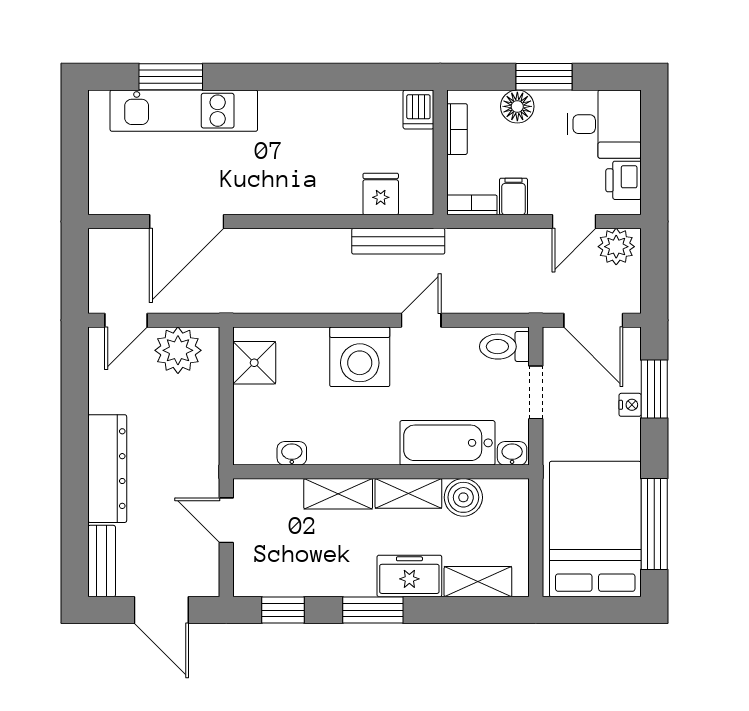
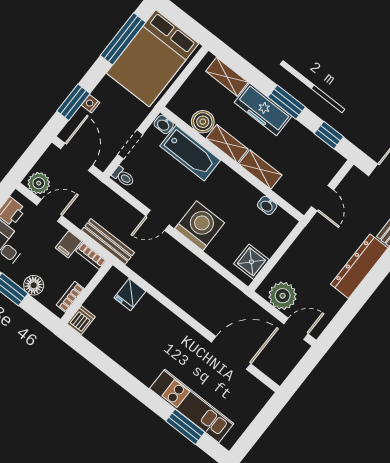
bench: (398, 241) -> (108, 241), moved
toilet: (504, 347) -> (123, 177), width x0.73, depth x0.72
freezer: (409, 576) -> (263, 109), width x1.40

